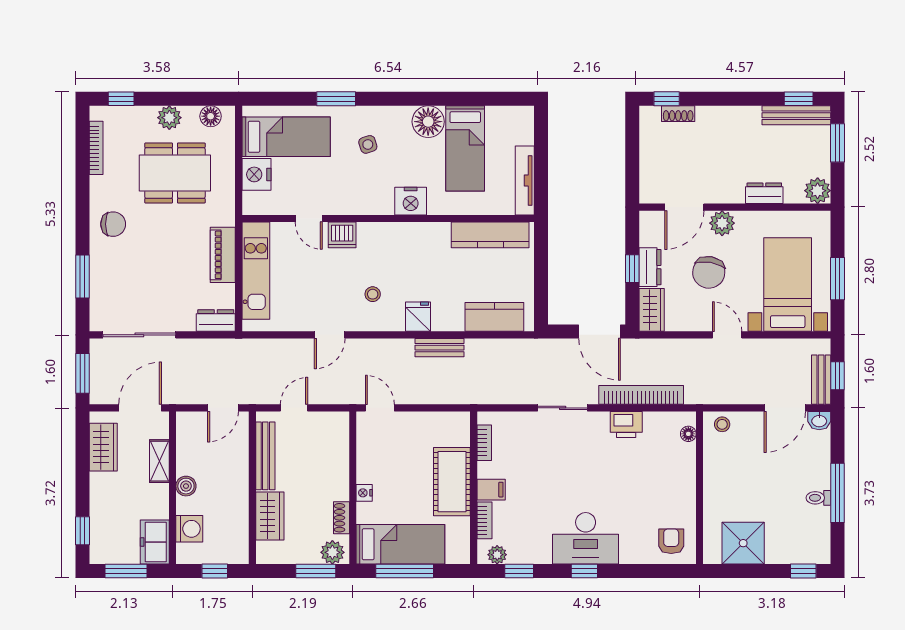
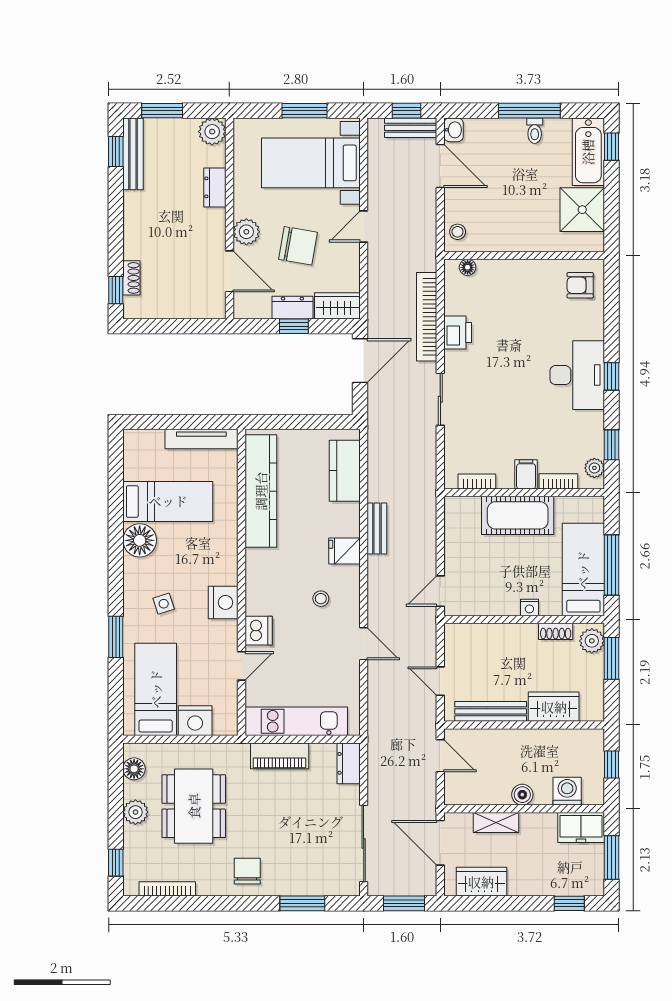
nightstand: (411, 201) -> (223, 602), moved
kitchen counter: (490, 235) -> (261, 491), width x1.39, depth x1.17
bathtub: (798, 549) -> (588, 152), added

